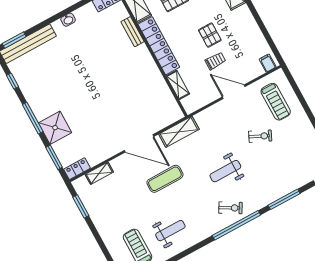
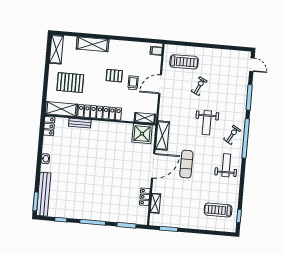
shelving: (178, 85) -> (145, 118), moved
shower: (55, 128) -> (142, 134), moved
locker: (77, 169) -> (145, 197), moved
weight bench: (170, 231) -> (226, 165), moved

